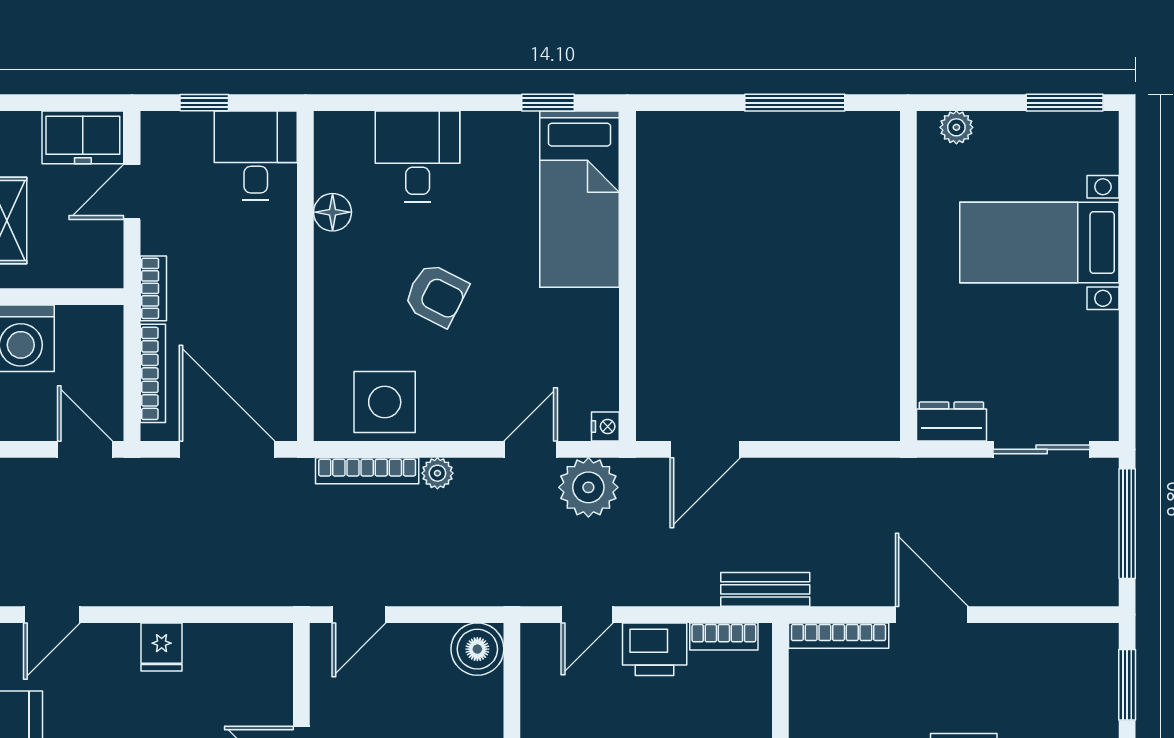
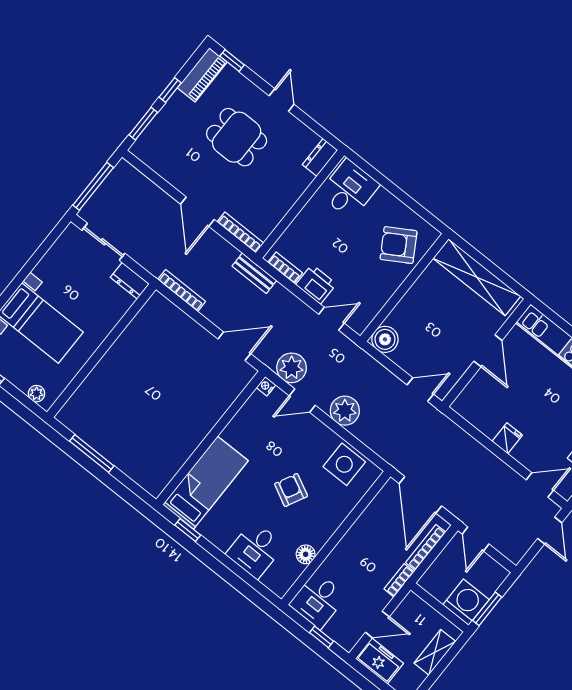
bookcase: (367, 471) -> (182, 291), moved
plant: (437, 473) -> (345, 411), width x1.88, depth x1.88

